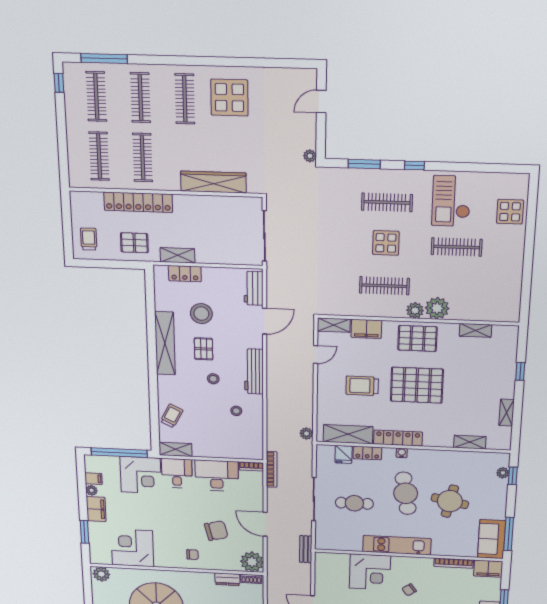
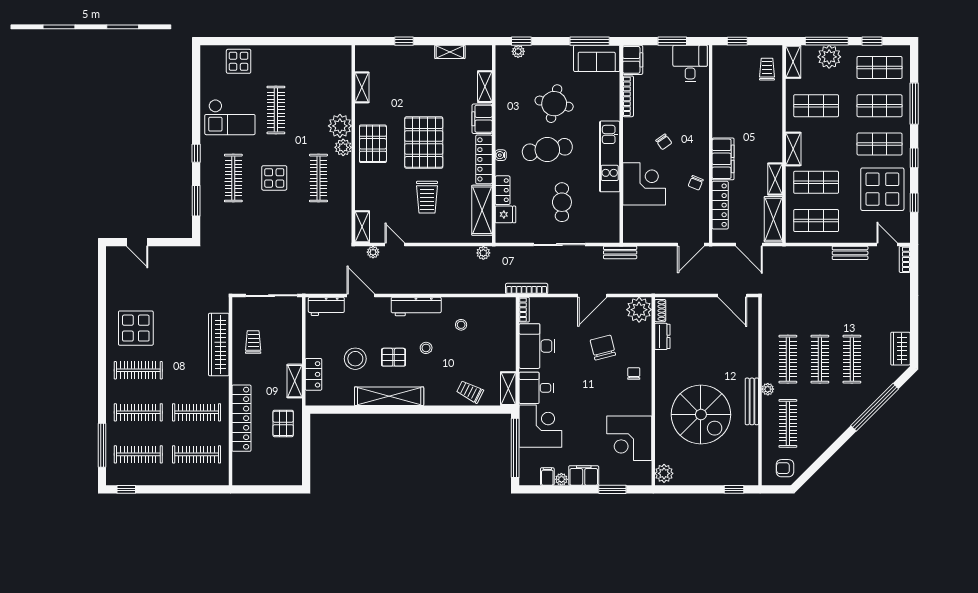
plant: (310, 156) -> (373, 252), moved
trolley: (89, 239) -> (253, 342), moved, turned 90
filing cabinet: (366, 329) -> (482, 119), moved, turned 180

